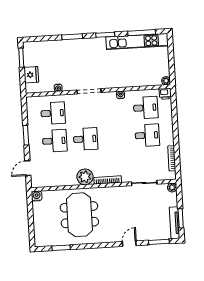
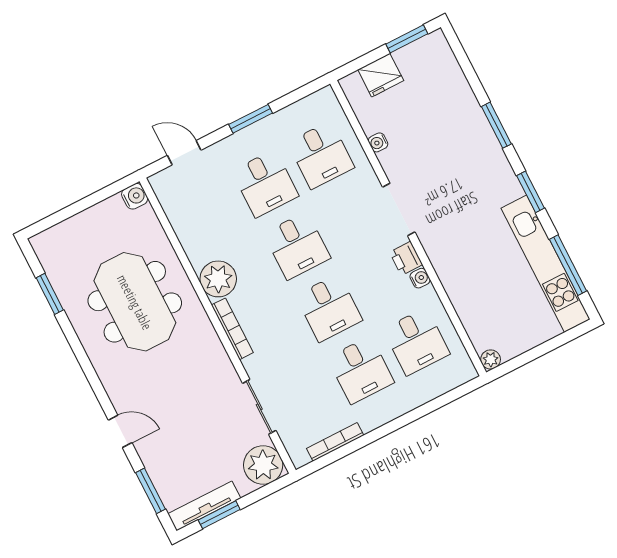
printer: (165, 94) -> (406, 258), moved
desk: (116, 137) -> (329, 308), added
plant: (172, 187) -> (263, 465), width x1.88, depth x1.88
meeting table: (79, 215) -> (135, 302), turned 90

